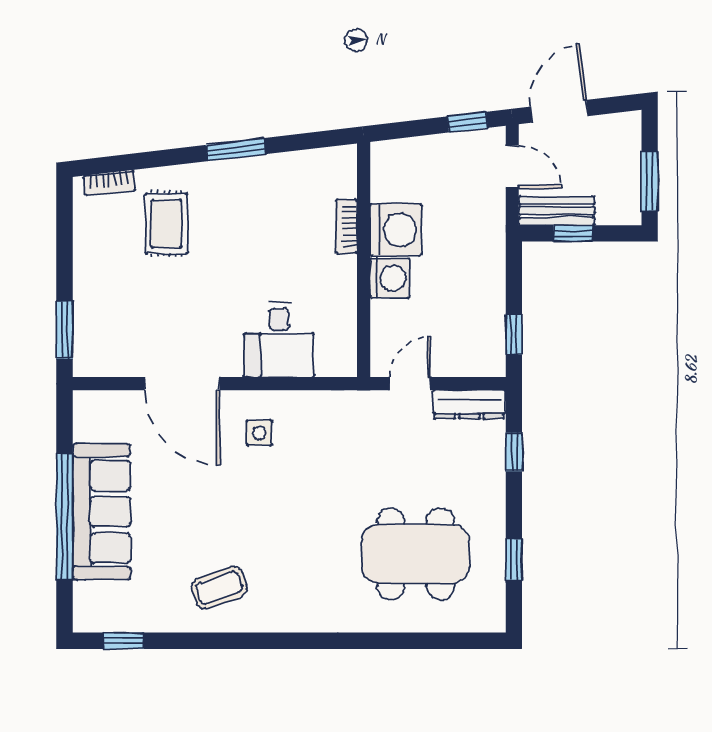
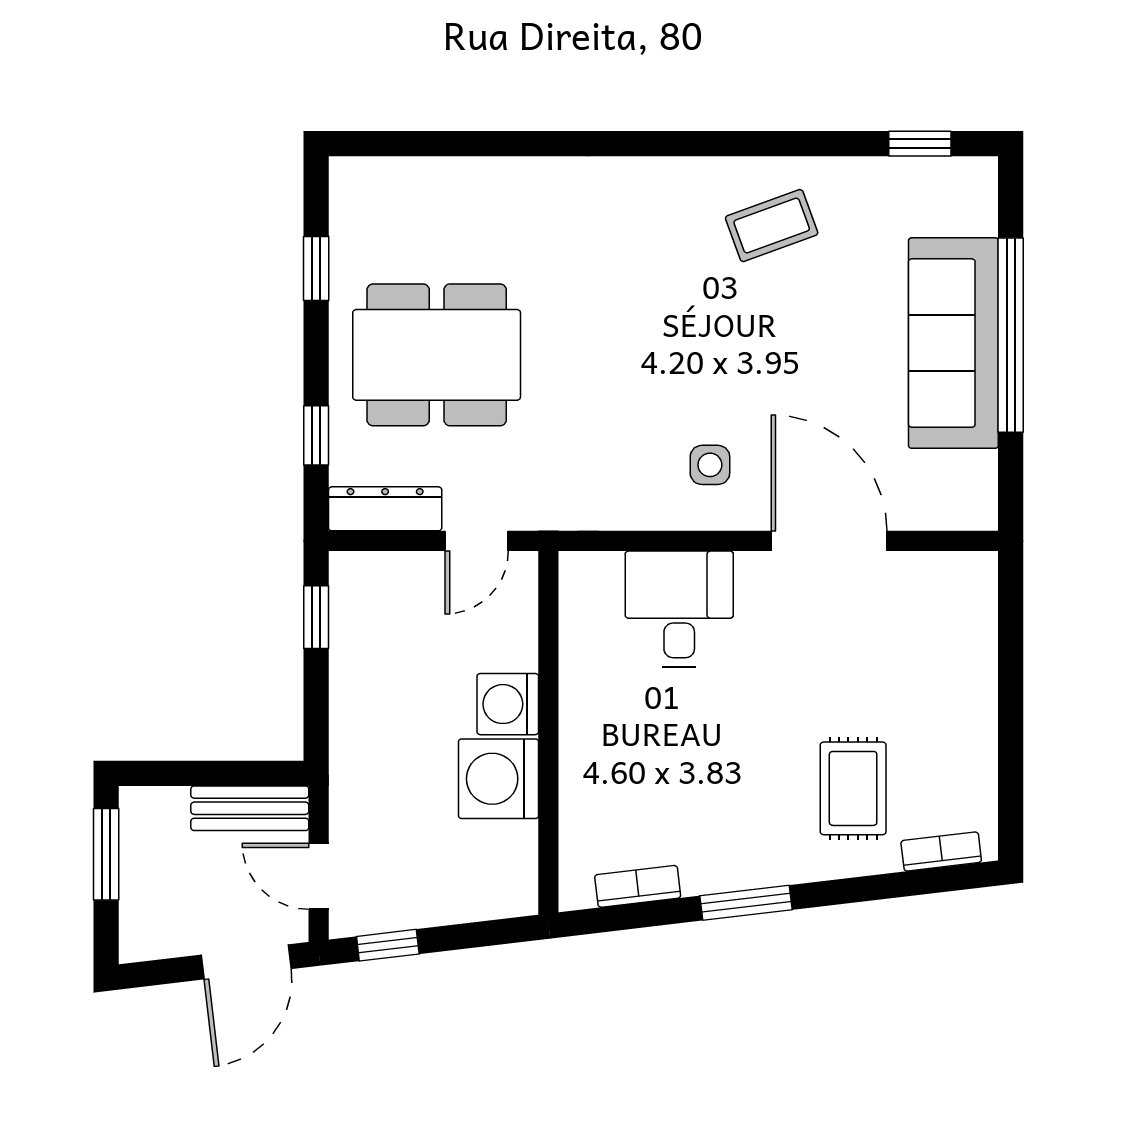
bookcase: (346, 226) -> (638, 886), moved, turned -97
window: (573, 233) -> (225, 773), removed
window: (65, 330) -> (1011, 624), removed
dining table: (416, 554) -> (437, 355), moved

